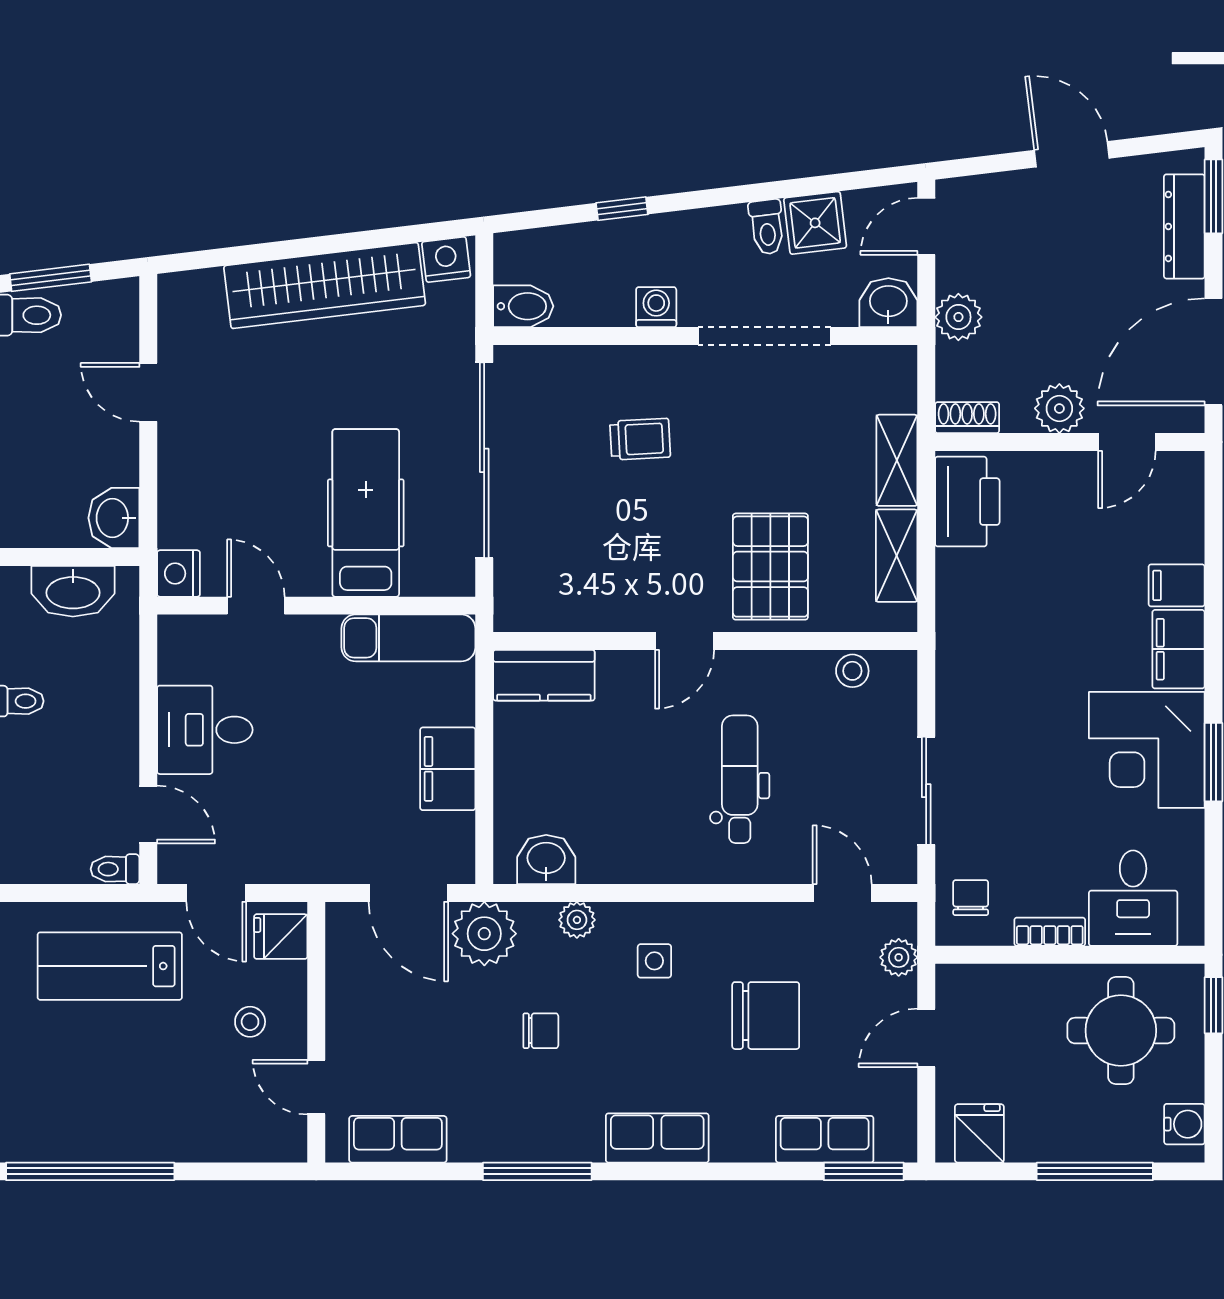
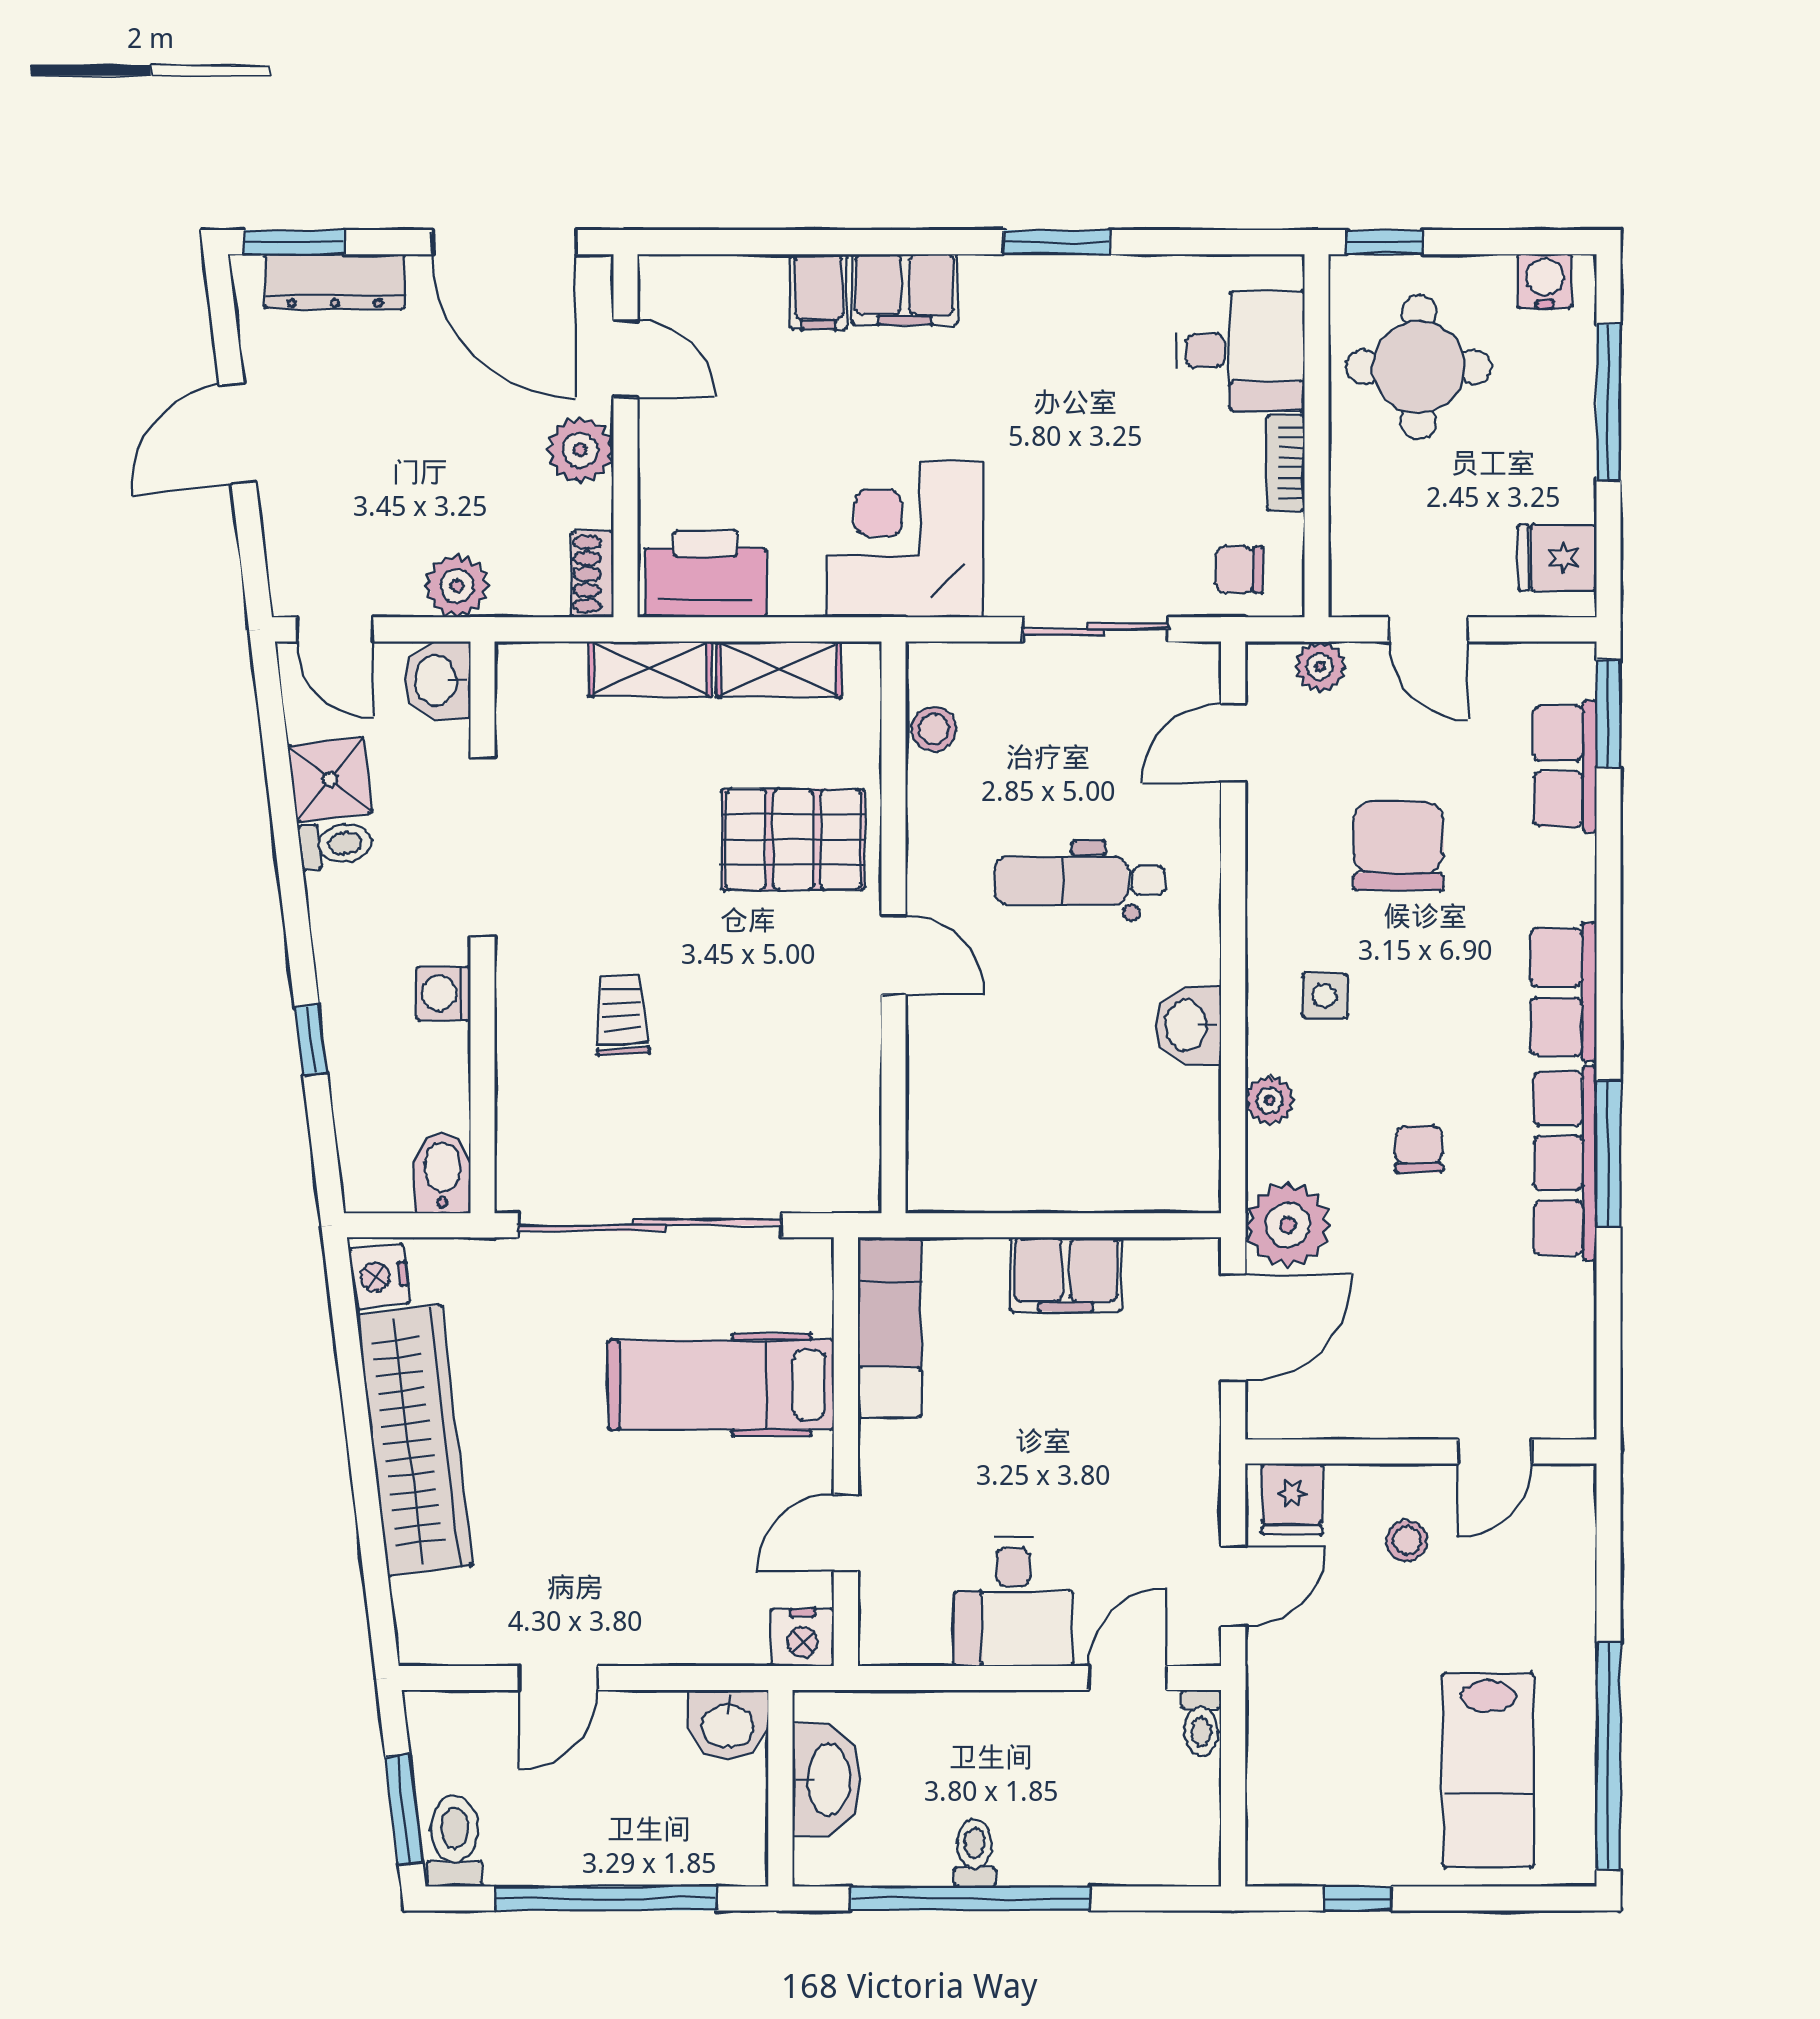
kitchen counter: (544, 675) -> (940, 1145), removed
corner desk: (1147, 750) -> (905, 539), moved, turned 180
washbasin: (546, 859) -> (1188, 1025), moved
lab bench: (110, 966) -> (1488, 1770), moved
row of seats: (398, 1139) -> (1565, 1163), moved, width x1.48

